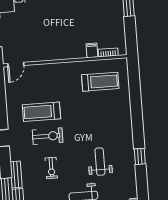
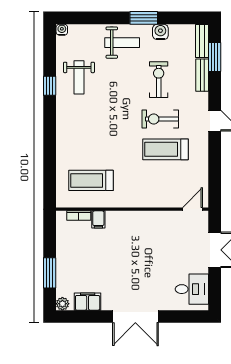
treadmill: (41, 112) -> (166, 149), turned 180
weight bench: (100, 162) -> (79, 77), moved
exercise bike: (51, 168) -> (159, 80), width x1.38, depth x1.39

